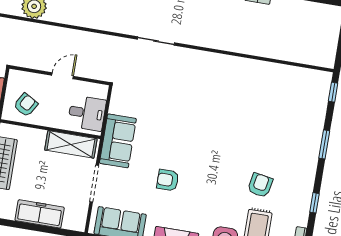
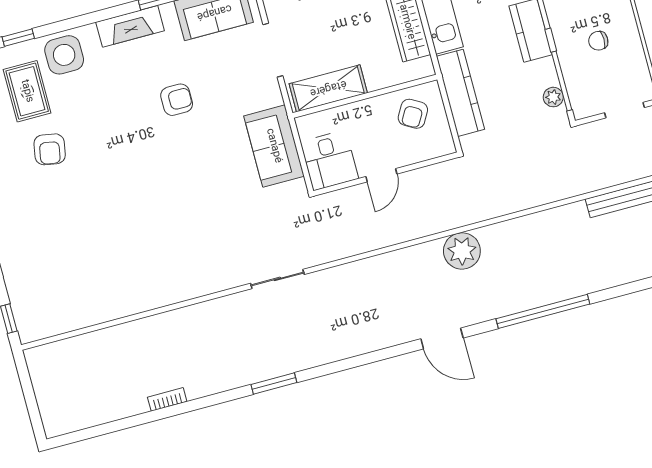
desk: (87, 113) -> (329, 160), moved, turned -90
sofa: (118, 141) -> (274, 146), moved

